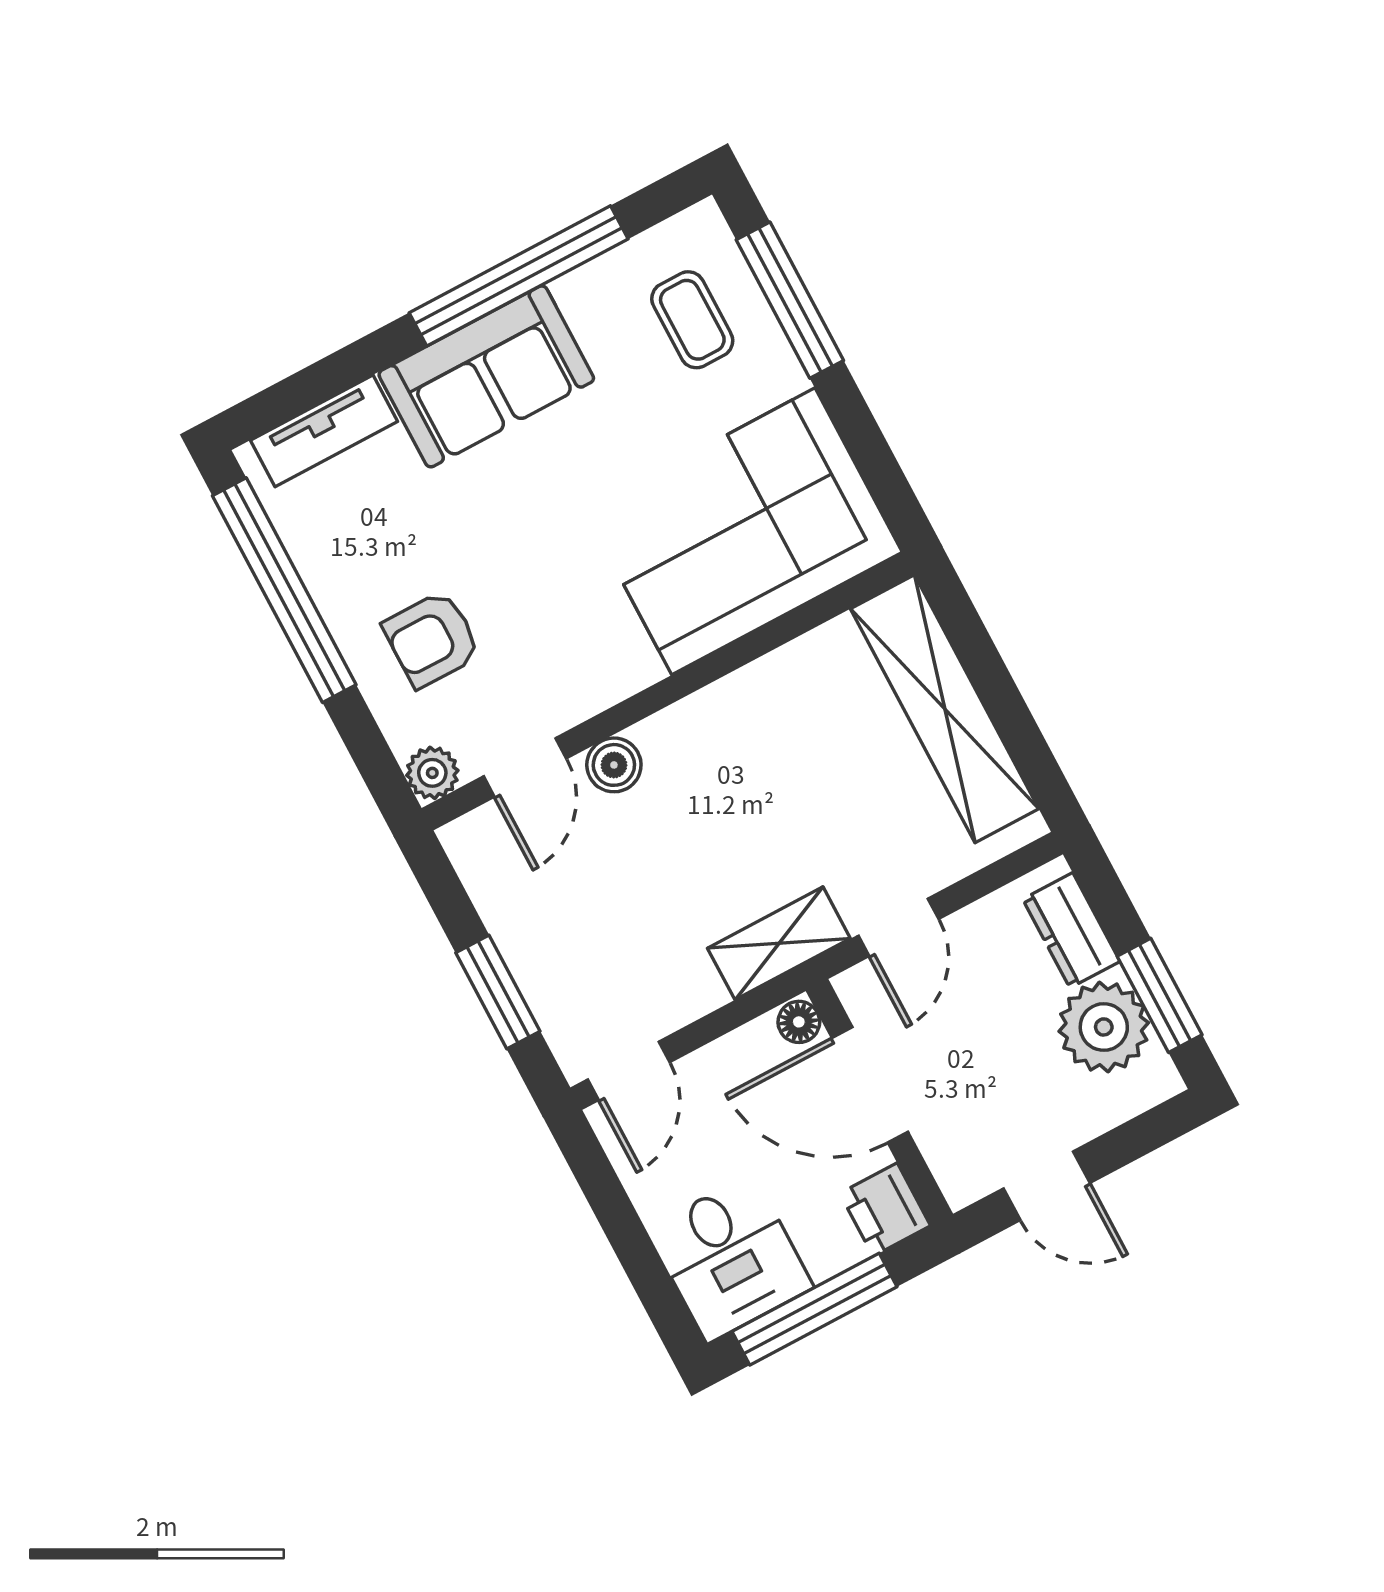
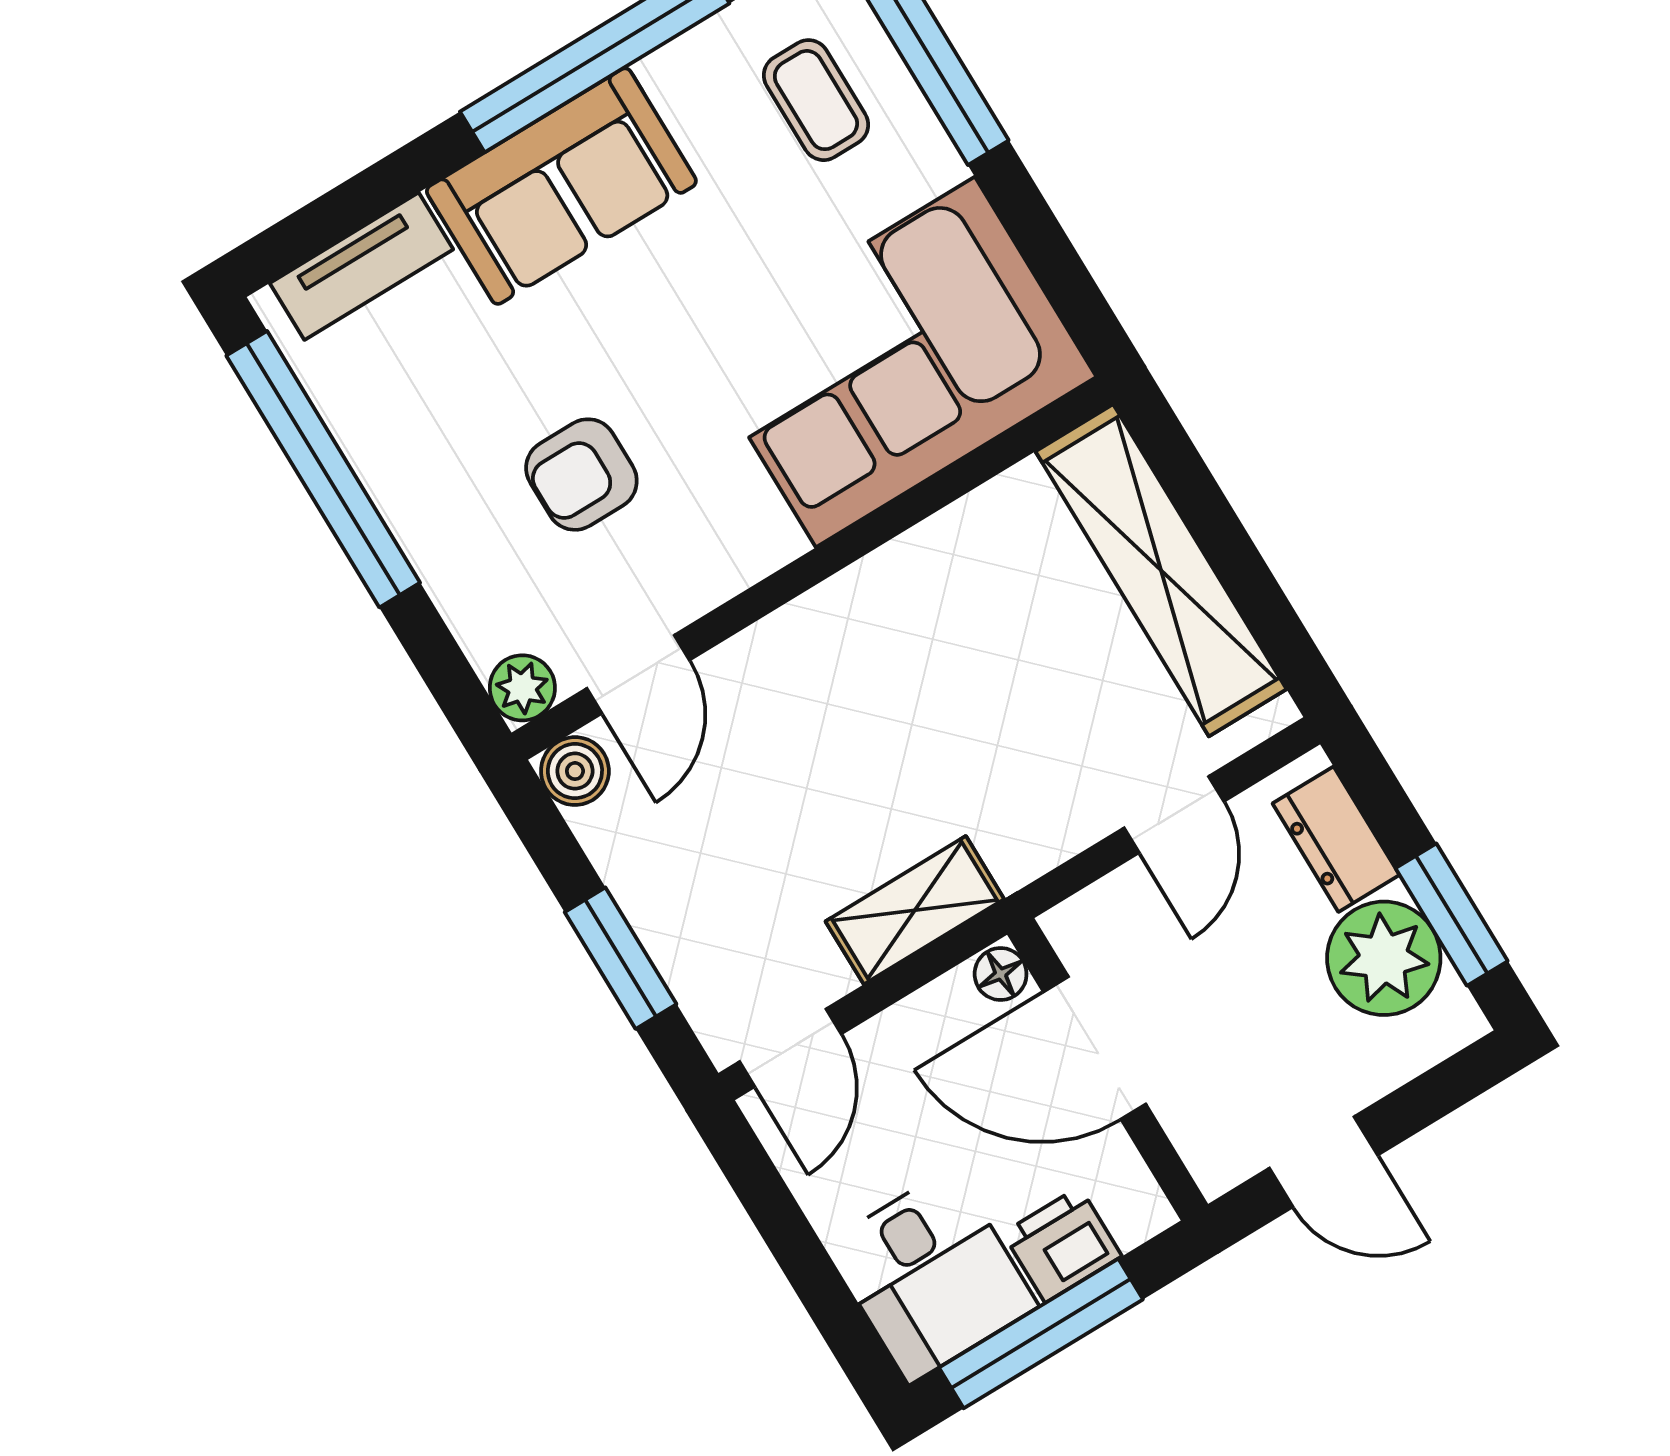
armchair: (432, 639) -> (581, 475), moved
boiler: (614, 765) -> (575, 771), moved
door: (898, 927) -> (1174, 815), moved
shelving: (779, 943) -> (915, 910), moved
printer: (885, 1209) -> (1062, 1245), moved, turned 90

